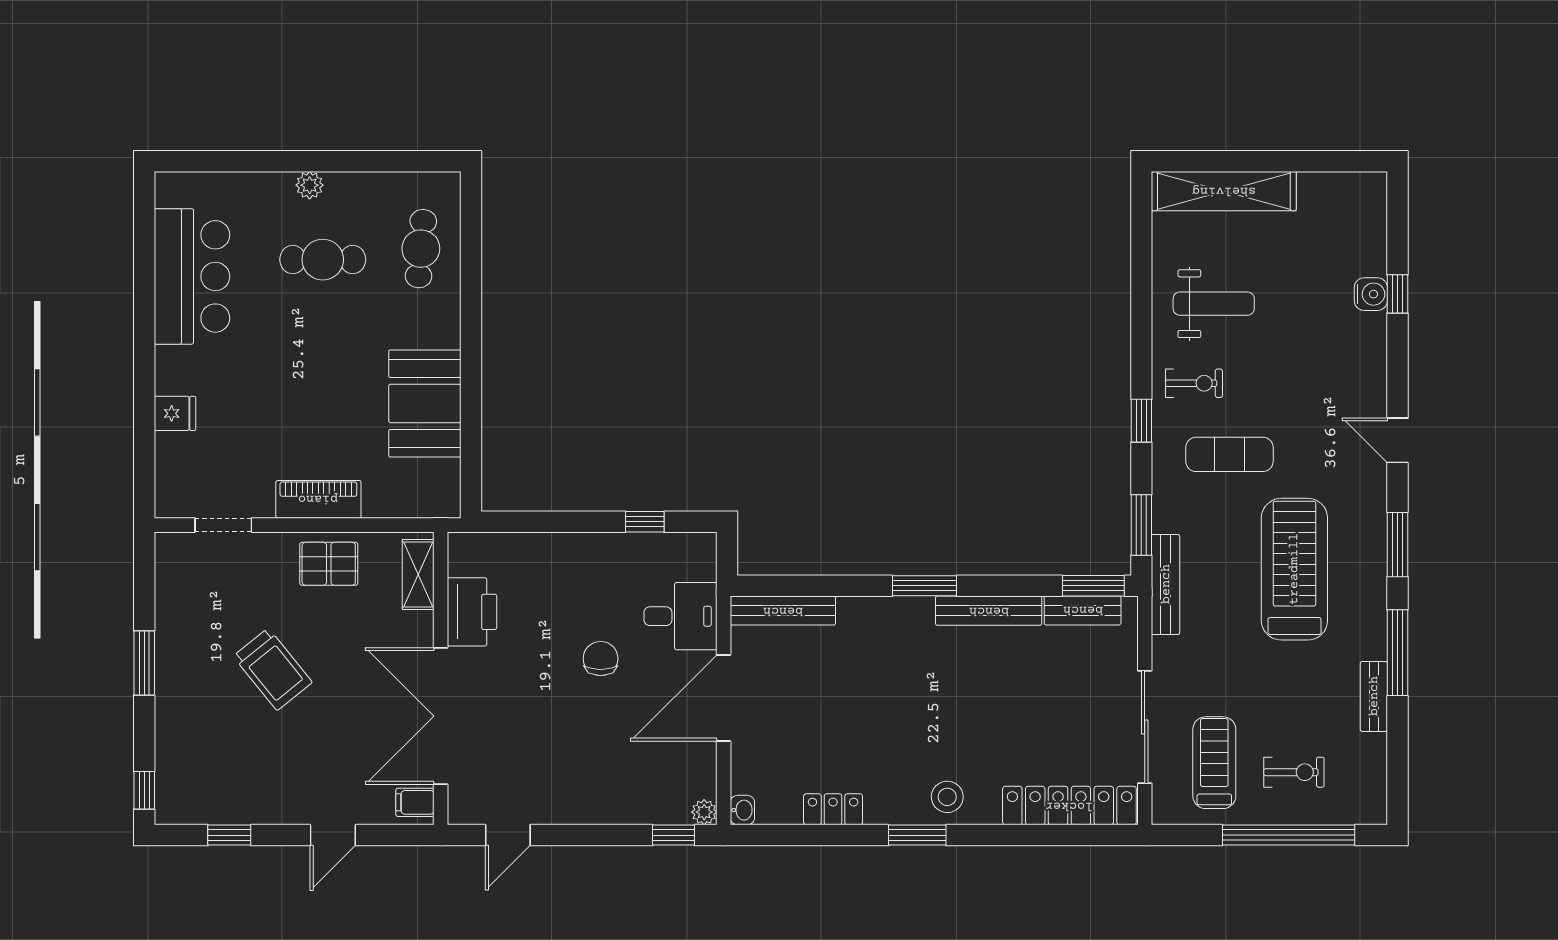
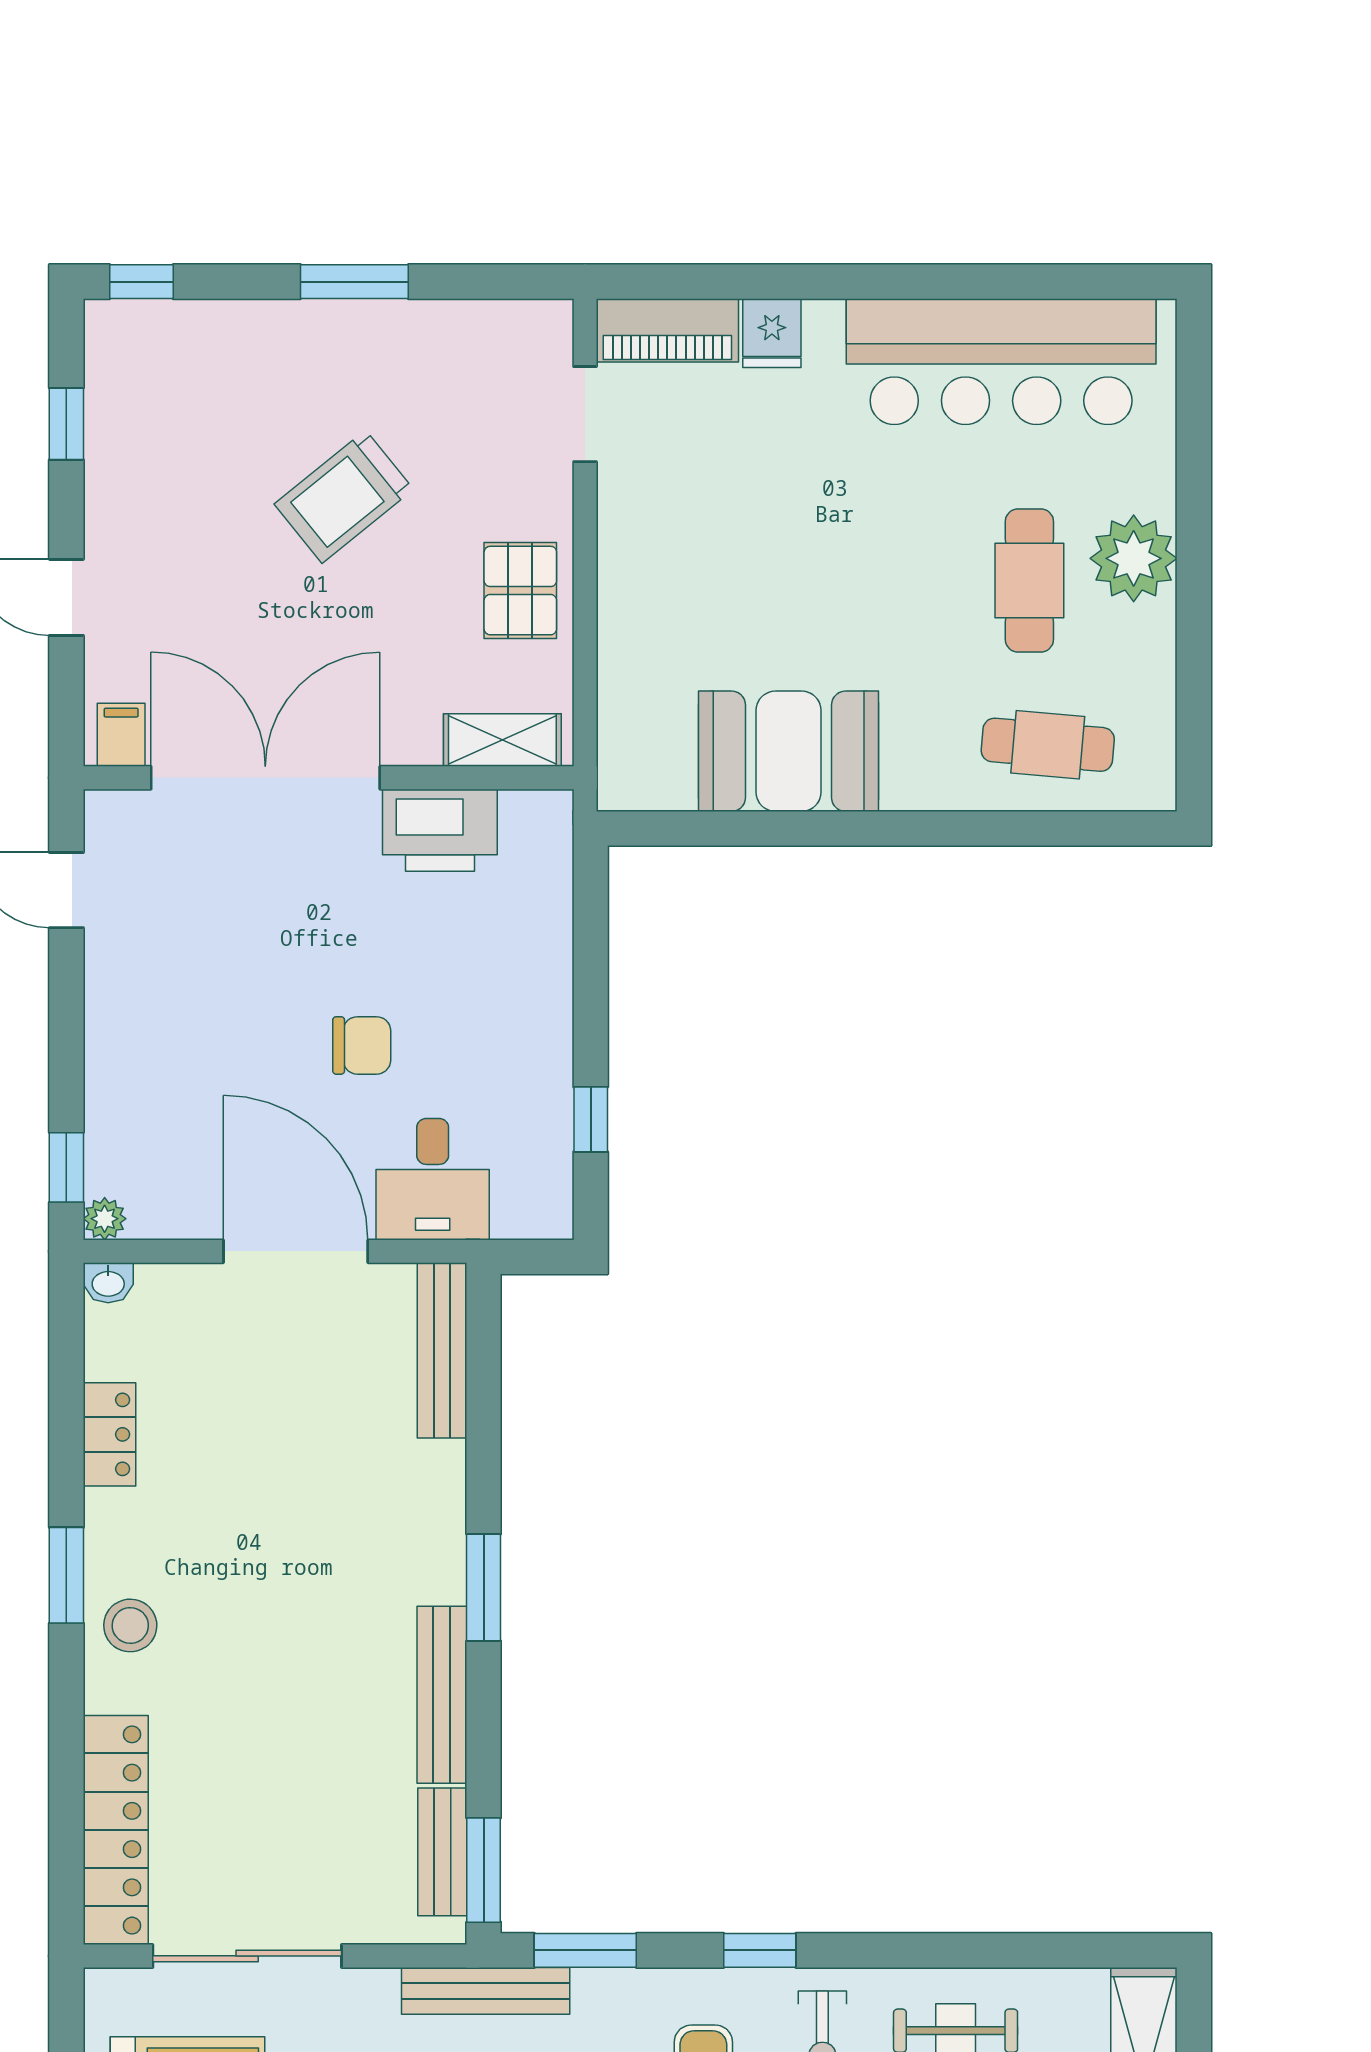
plant: (310, 185) -> (1134, 558), width x1.87, depth x1.87
bar counter: (192, 276) -> (1001, 362), width x1.36
piano: (318, 499) -> (667, 330), moved, turned 90

